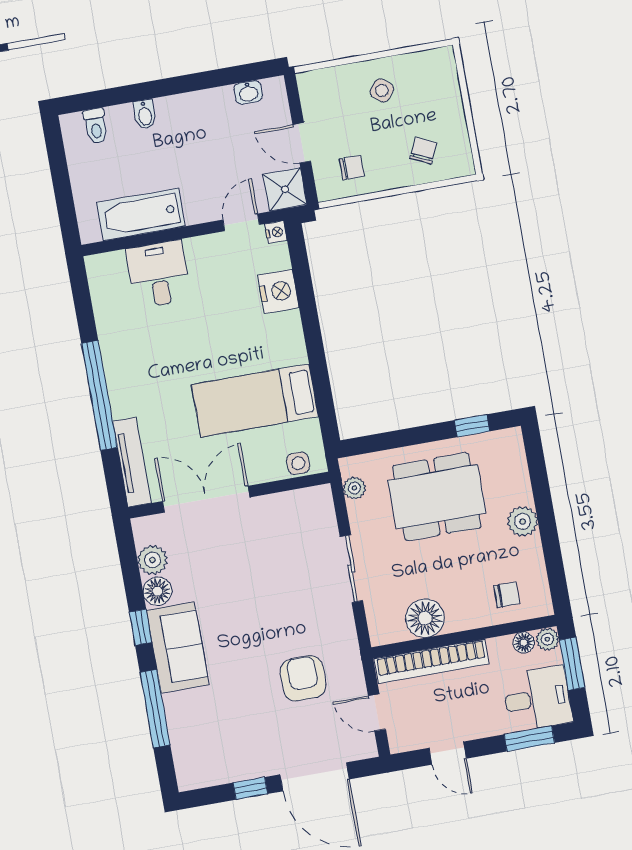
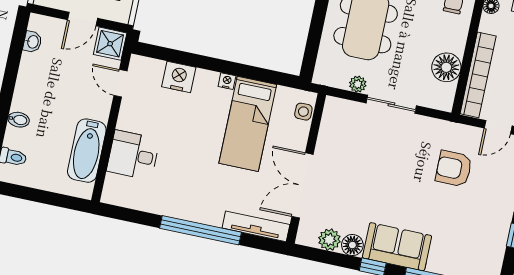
nightstand: (276, 232) -> (227, 81), moved
plant: (354, 488) -> (358, 84), moved

